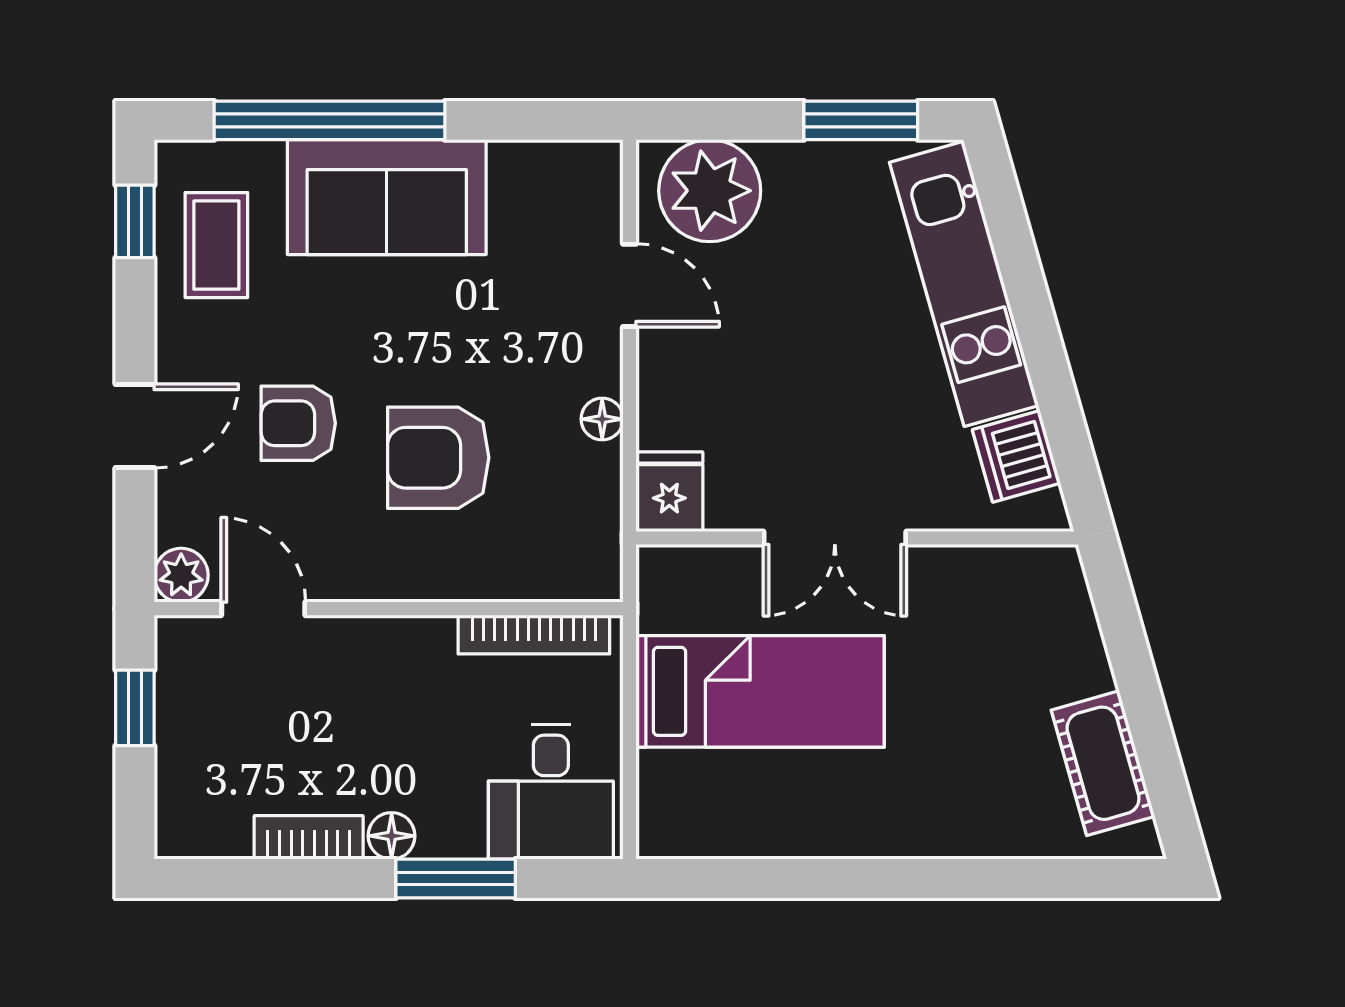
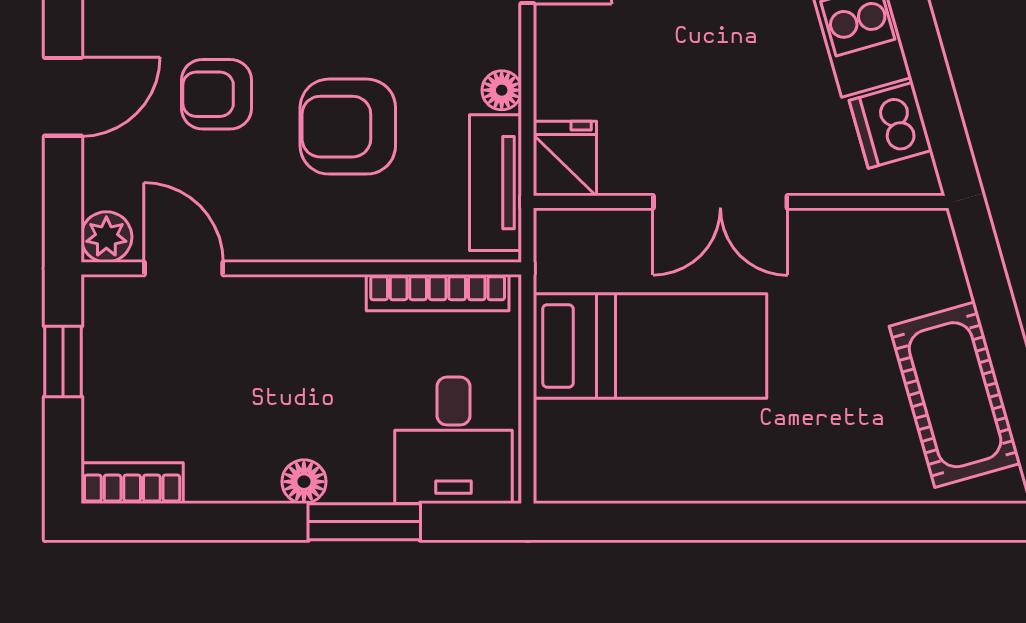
tv unit: (595, 517) -> (495, 183), added
cot: (1103, 763) -> (955, 395), width x1.37, depth x1.34
bookcase: (309, 837) -> (132, 483), moved

